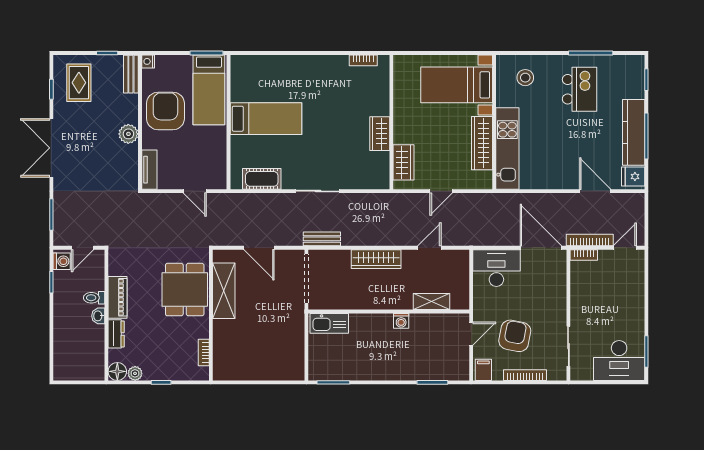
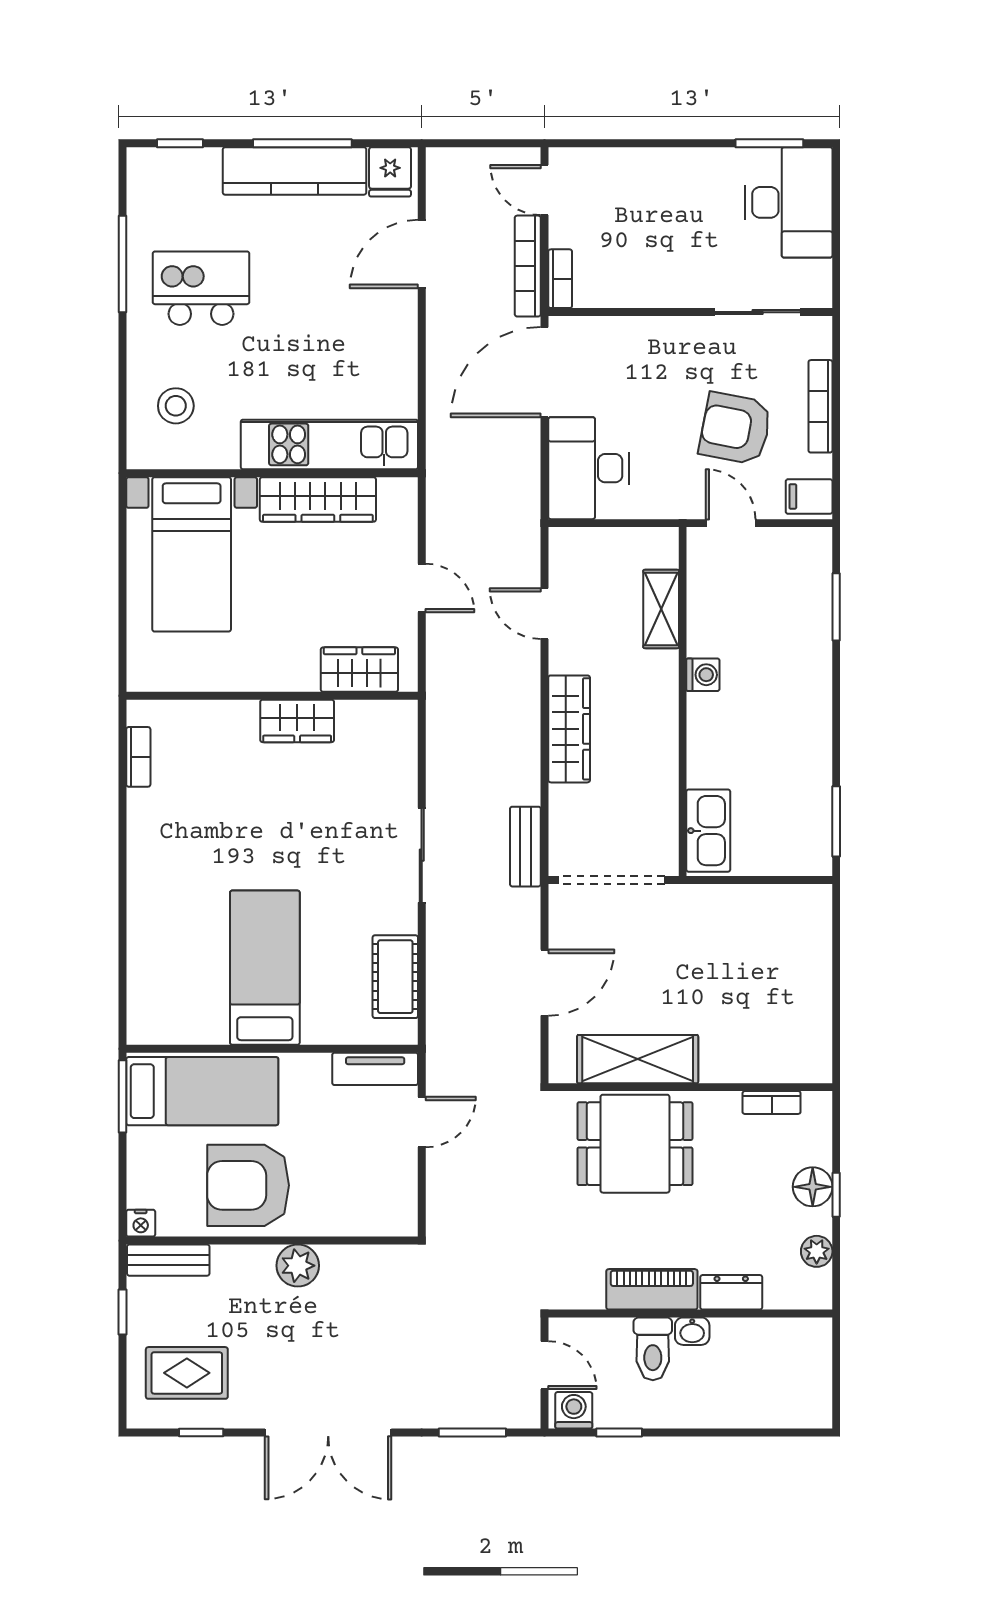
tv unit: (149, 170) -> (375, 1069), moved, turned 180
toilet: (94, 298) -> (653, 1349), width x1.37, depth x1.39
floor lamp: (117, 371) -> (813, 1187), moved

